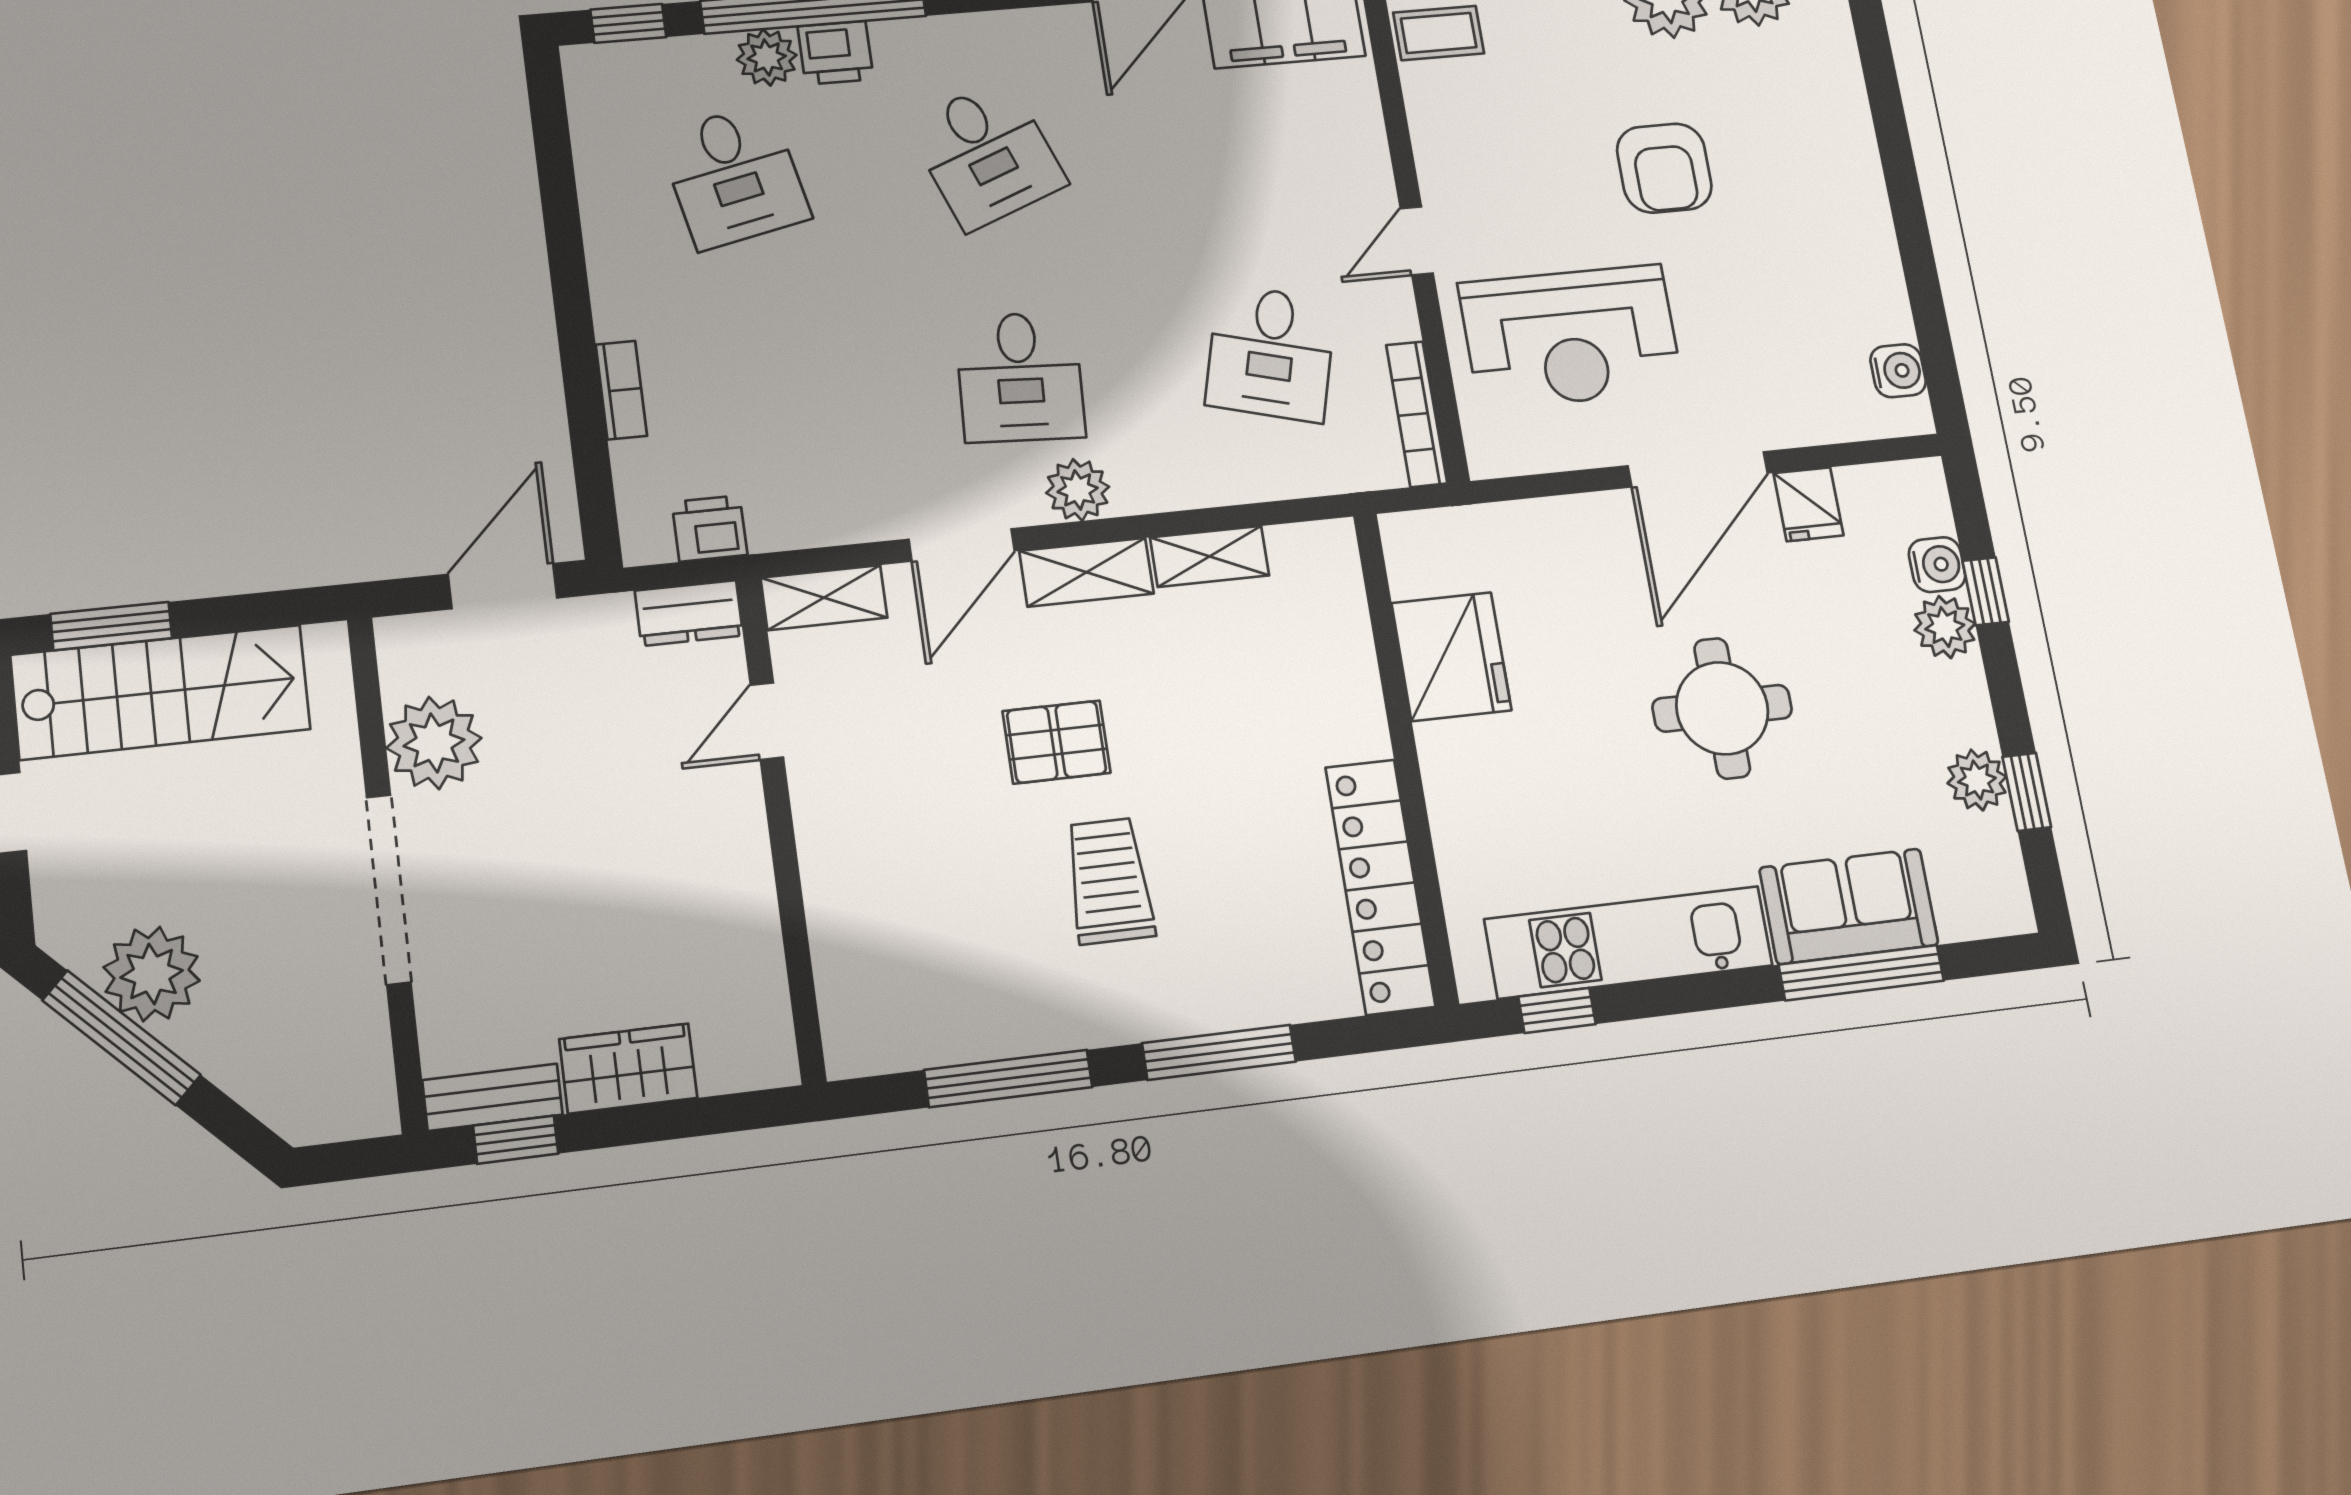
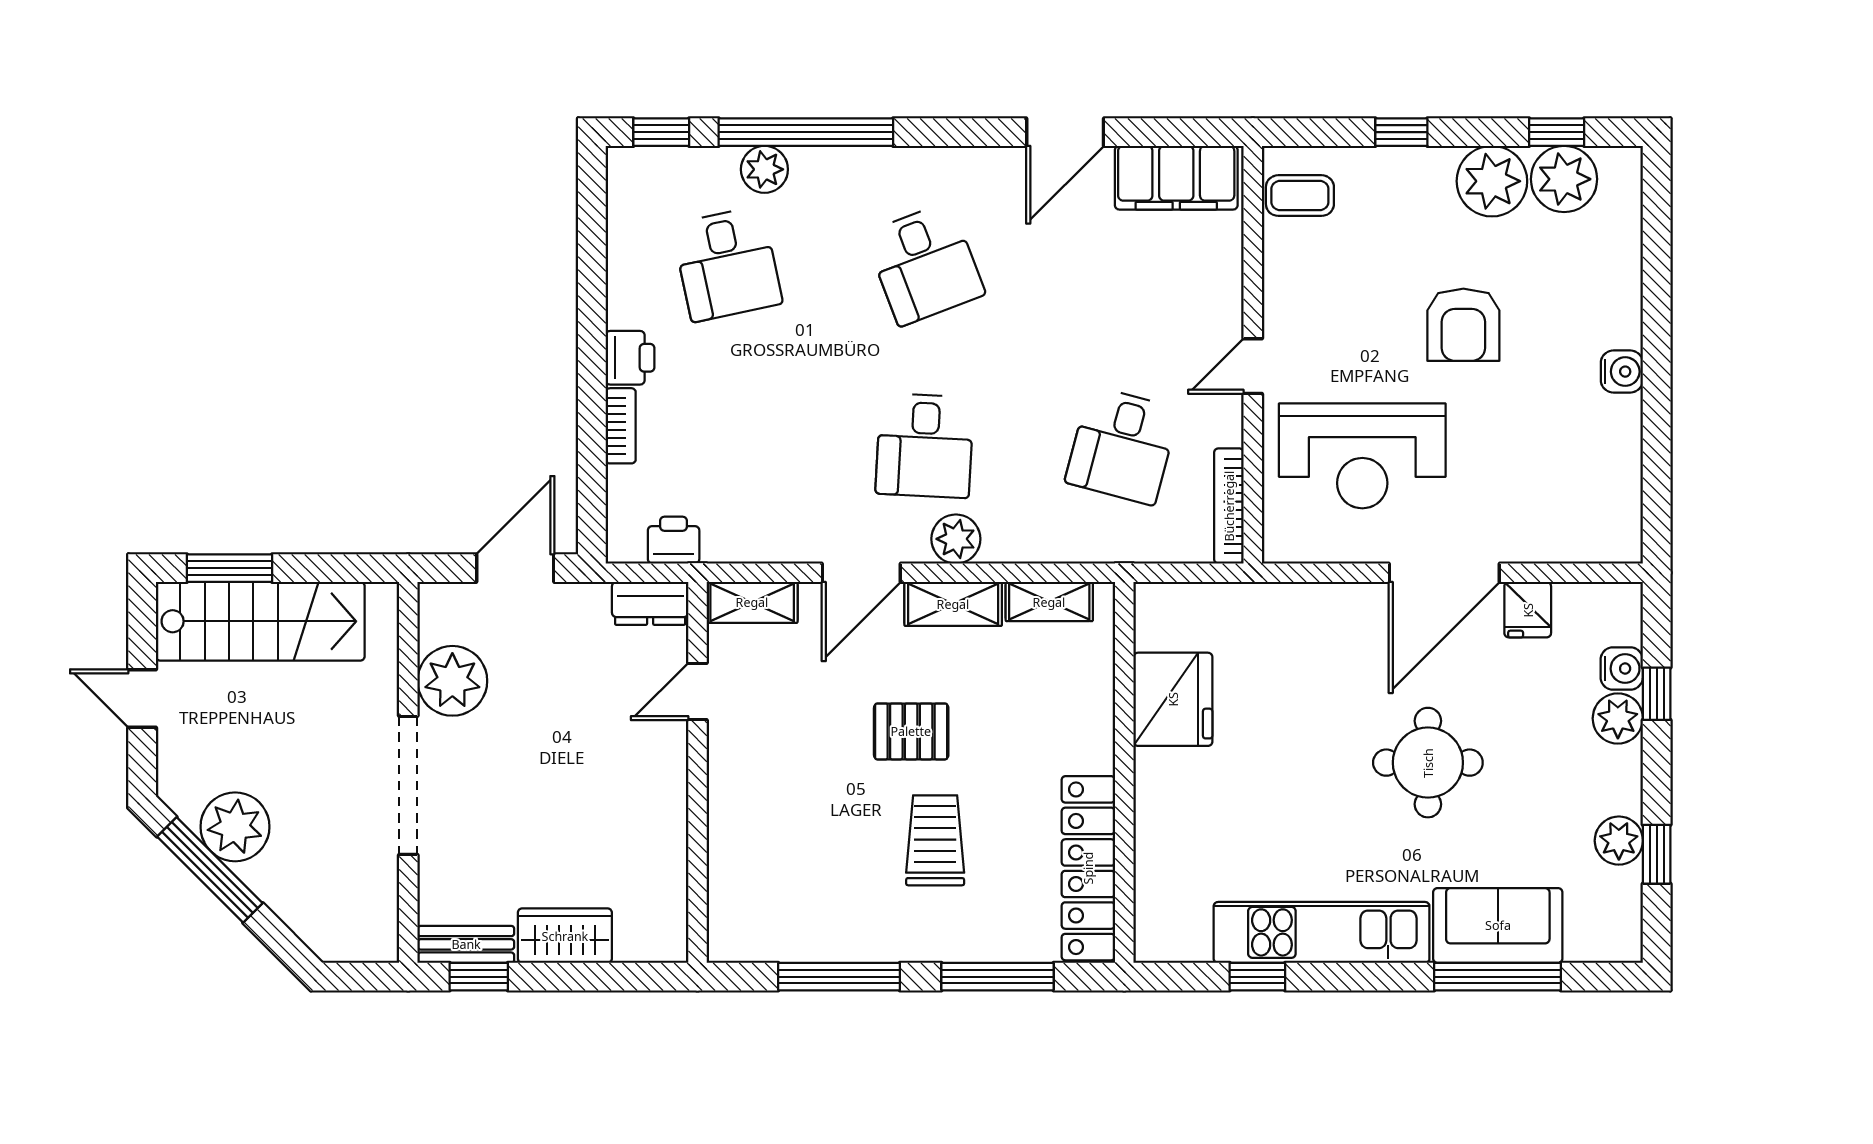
printer: (836, 53) -> (630, 358), moved, turned -90
water cooler: (1898, 371) -> (1622, 372), moved
fridge: (1451, 657) -> (1173, 699), moved
wall: (1406, 757) -> (1124, 772), moved
locker: (1380, 886) -> (1088, 868), moved

